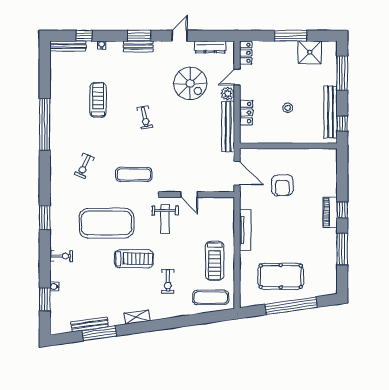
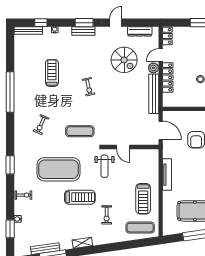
locker: (246, 113) -> (168, 77), width x1.53

